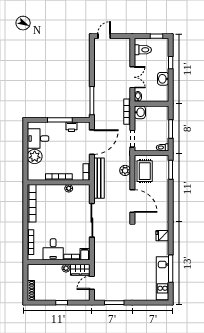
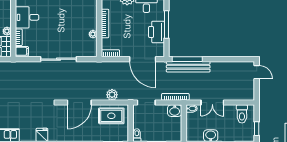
printer: (71, 127) -> (156, 32), width x1.87, depth x1.48
bench: (99, 178) -> (188, 67), moved

